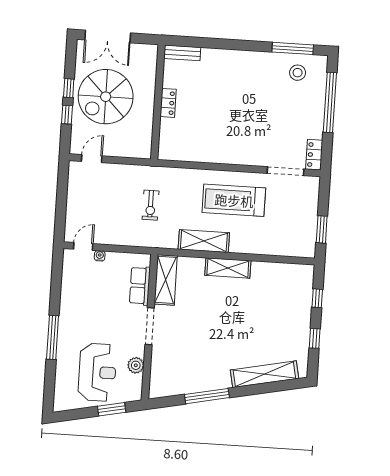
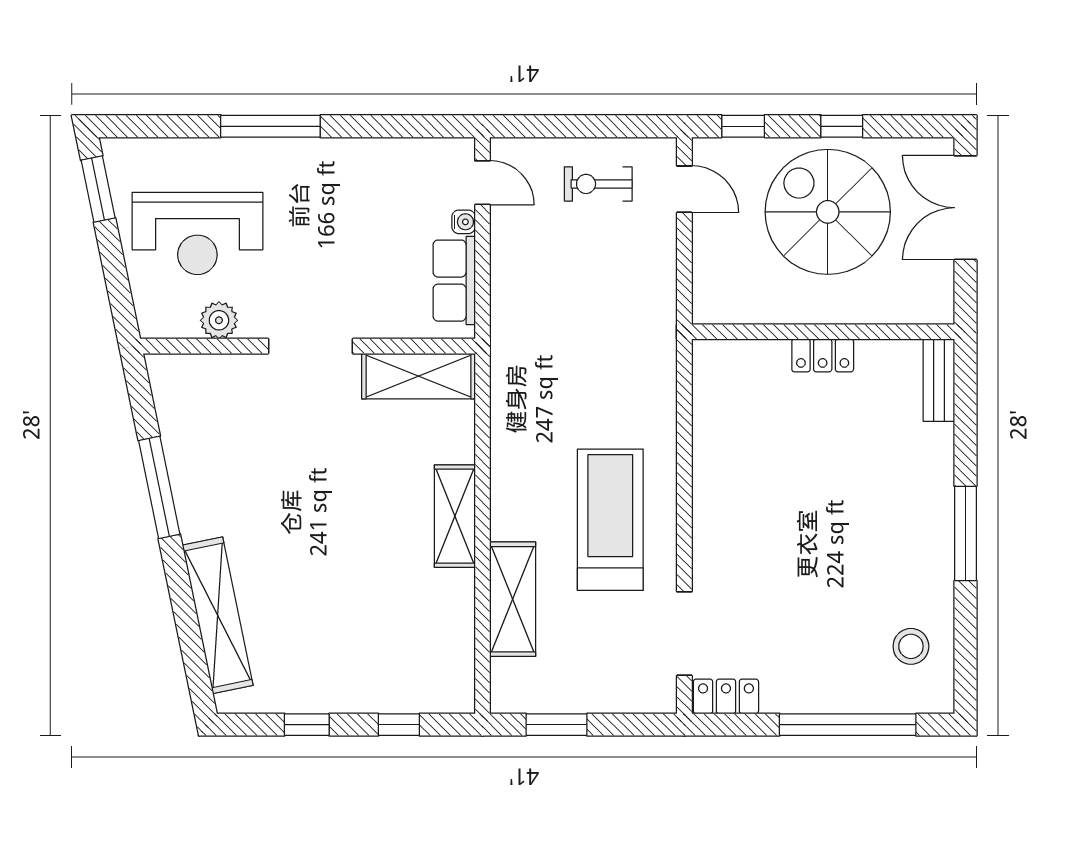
window: (293, 48) -> (966, 533), moved
window: (67, 115) -> (743, 126), moved
exercise bike: (151, 205) -> (598, 184), moved
shelving: (204, 241) -> (513, 599), moved
row of seats: (140, 286) -> (454, 281), moved, turned -90
window: (112, 409) -> (98, 189), moved

